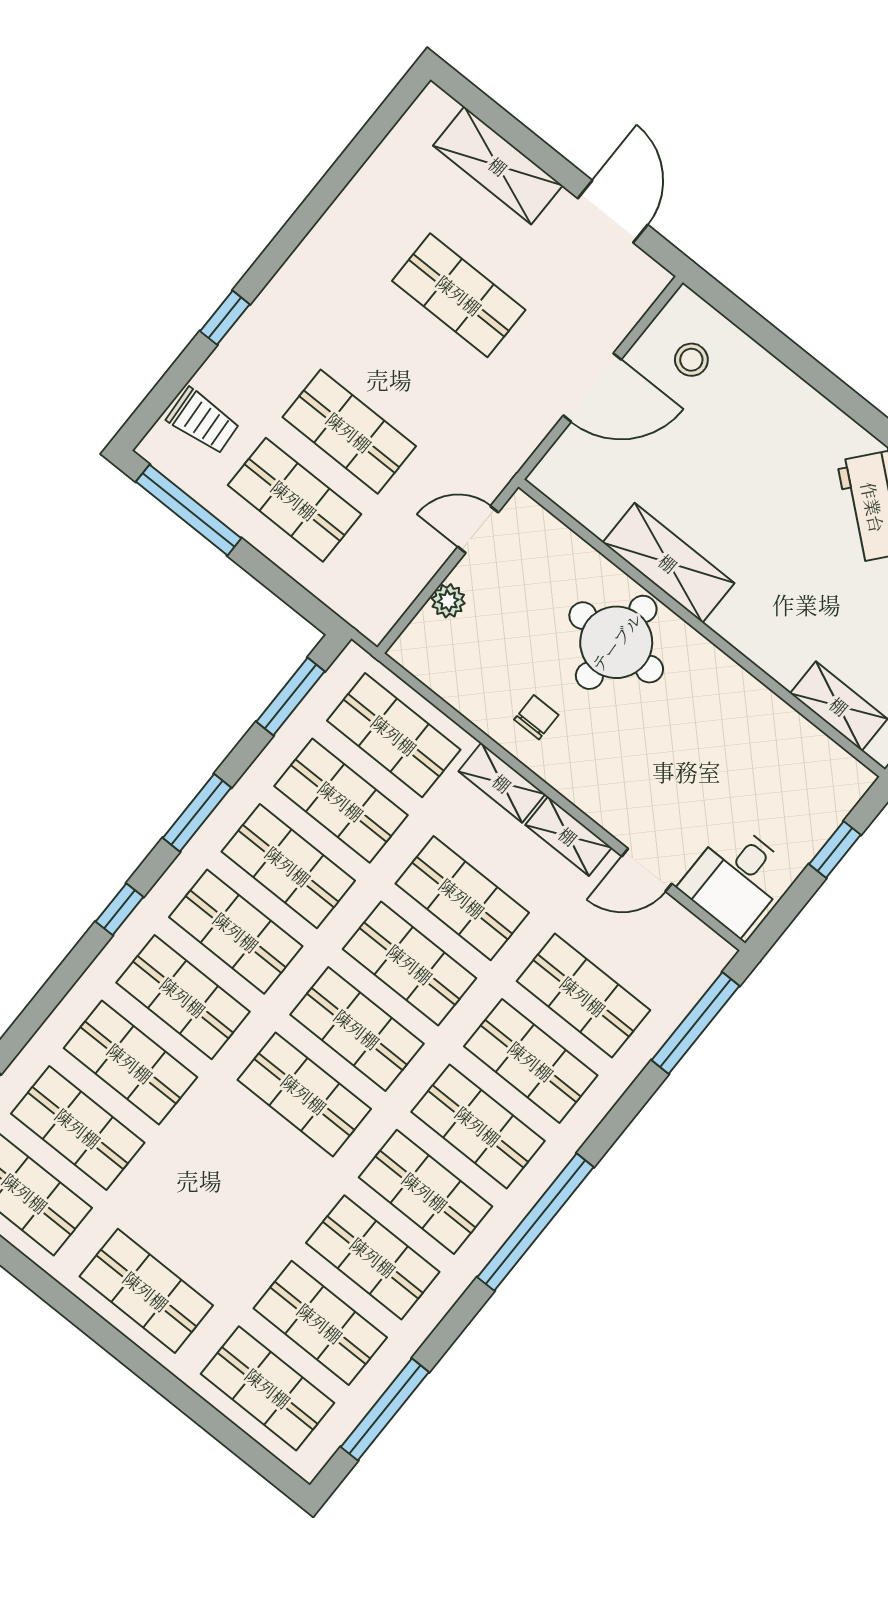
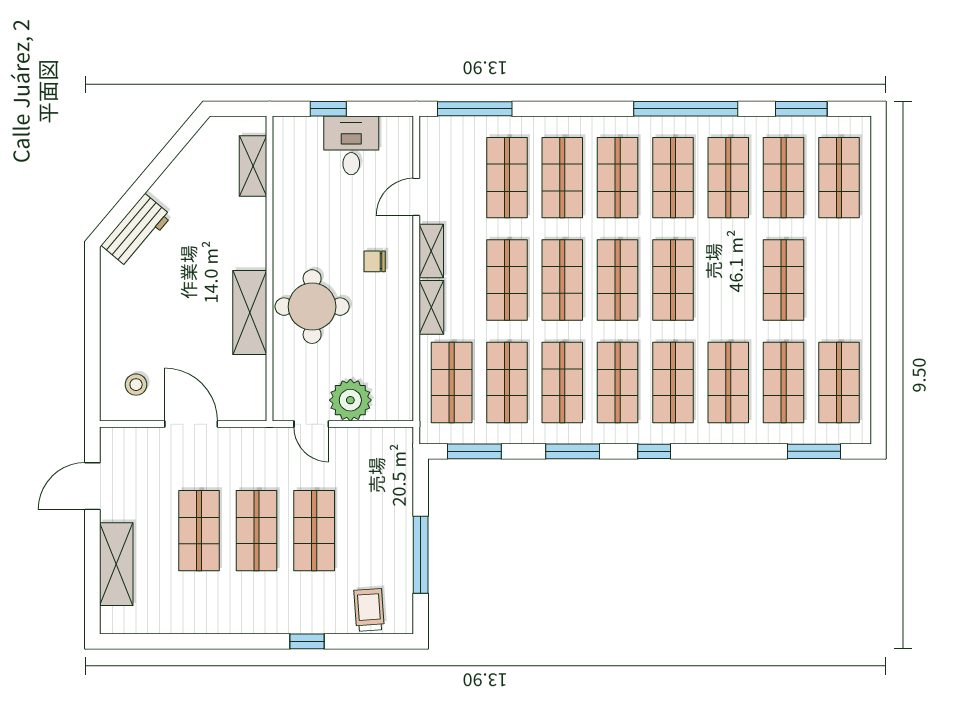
shop shelf: (294, 500) -> (257, 531), moved
window: (188, 510) -> (421, 555), moved
plant: (448, 601) -> (350, 400), width x1.88, depth x1.88
chair: (536, 717) -> (375, 261), moved
door: (647, 870) -> (416, 197), swing flipped
desk: (736, 879) -> (351, 145), moved, turned -90
window: (535, 1222) -> (686, 109), moved
shop shelf: (146, 1291) -> (784, 280), moved
window: (385, 1409) -> (801, 109), width x0.69

